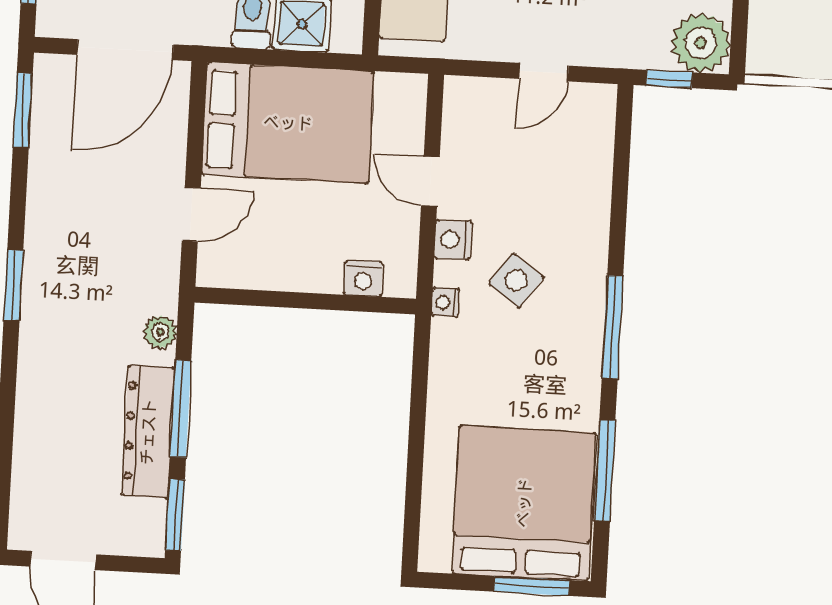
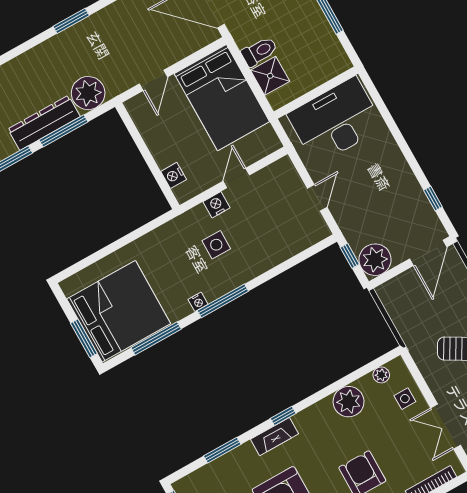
door: (544, 72) -> (317, 198), swing flipped
door: (191, 214) -> (153, 80), hinge flipped
side table: (516, 280) -> (216, 245), turned -36
nightstand: (445, 302) -> (198, 302), moved, turned 180
plant: (160, 332) -> (88, 93), width x1.88, depth x1.88

